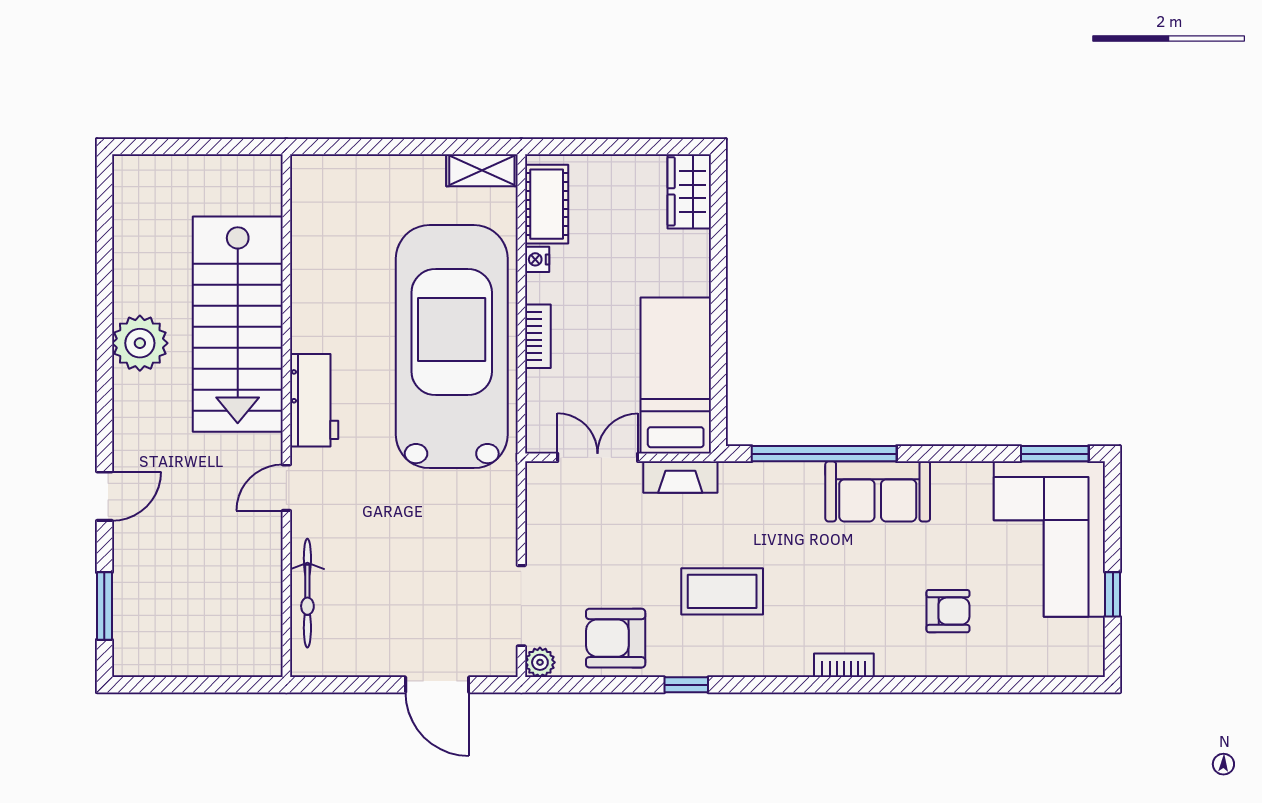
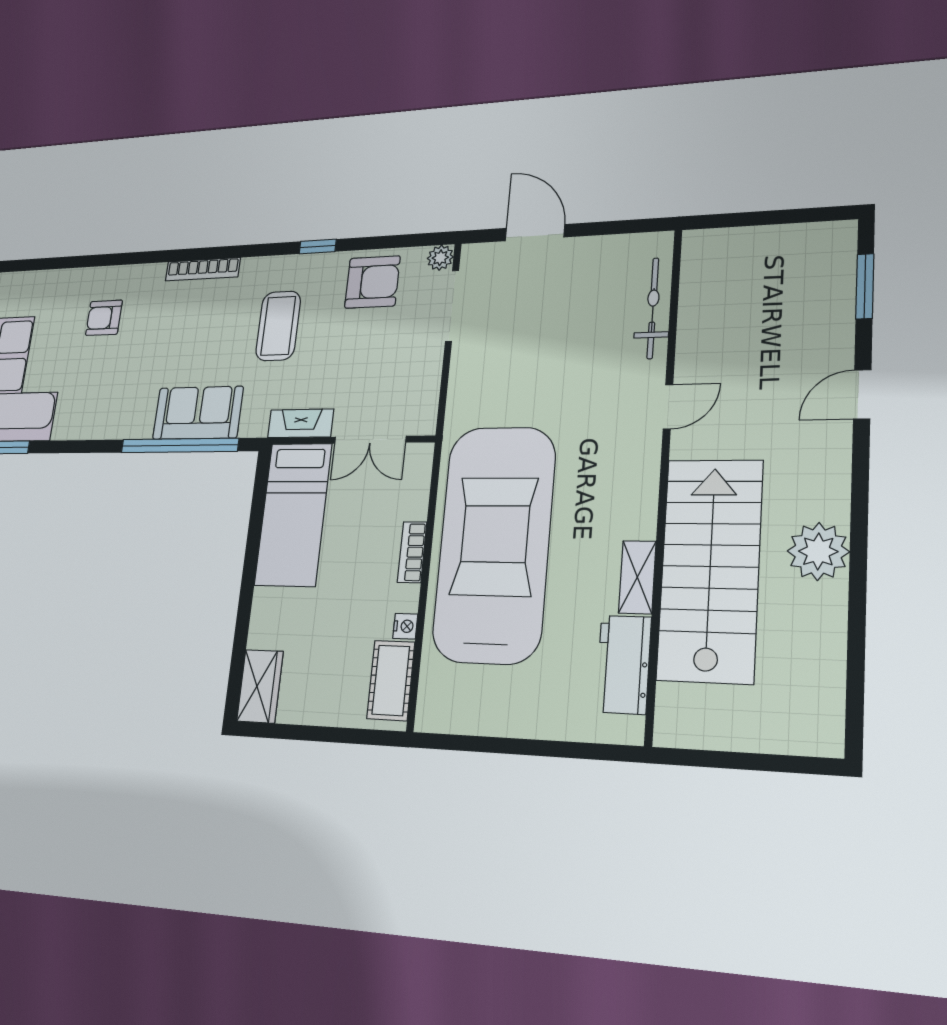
shelving: (482, 170) -> (637, 577), moved, turned 90
car: (452, 347) -> (494, 543), turned 180
workbench: (314, 400) -> (623, 664), moved
sofa: (878, 491) -> (198, 413), moved
coffee table: (722, 591) -> (278, 326), turned 90
bookcase: (844, 665) -> (203, 269), width x1.56

